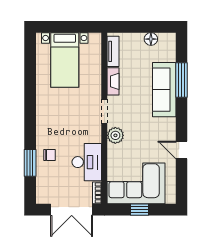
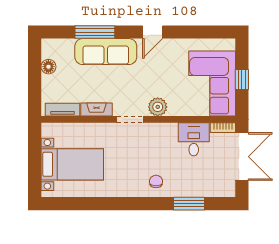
door: (181, 150) -> (153, 32), moved
chair: (49, 155) -> (156, 181), moved
desk: (87, 162) -> (194, 139), width x0.73

